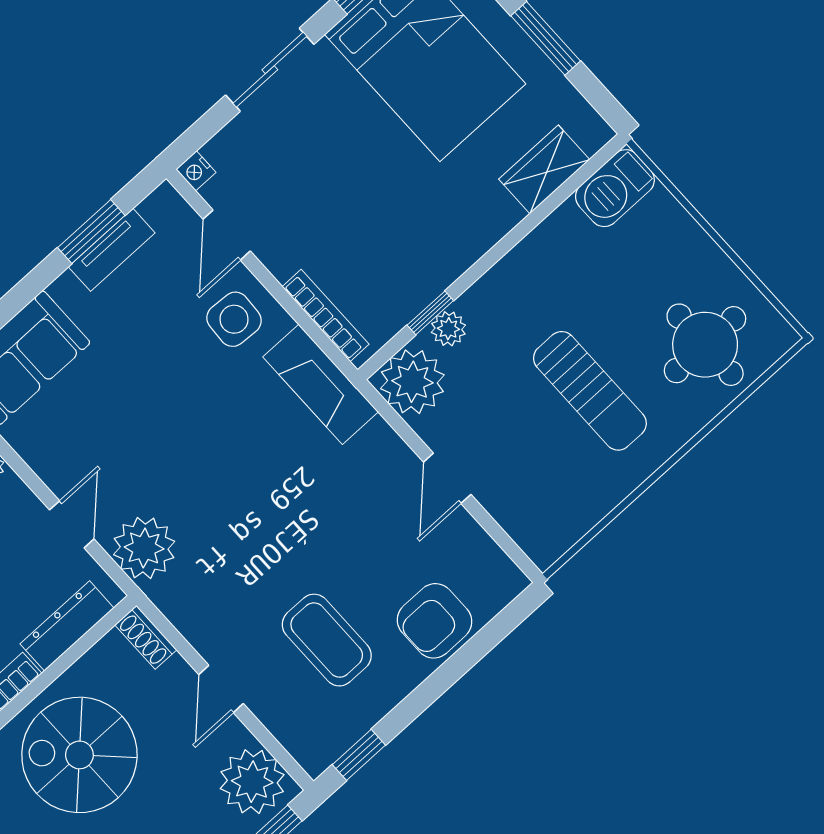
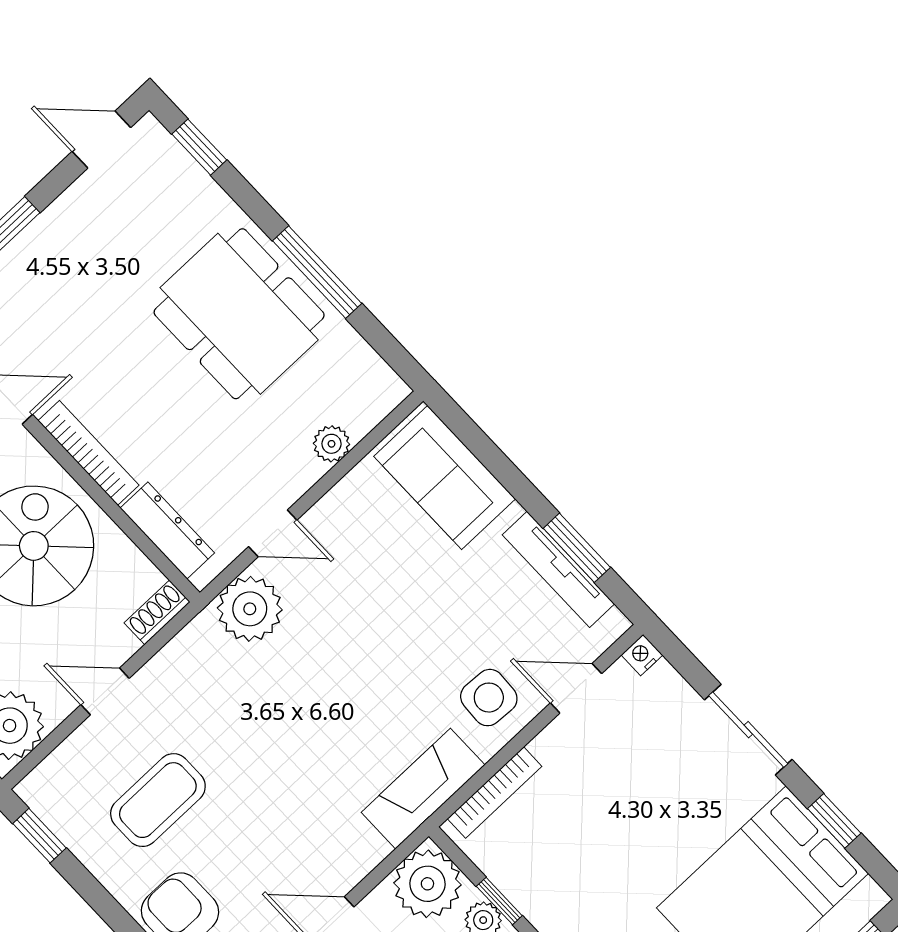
tv unit: (112, 250) -> (558, 569), width x1.41

